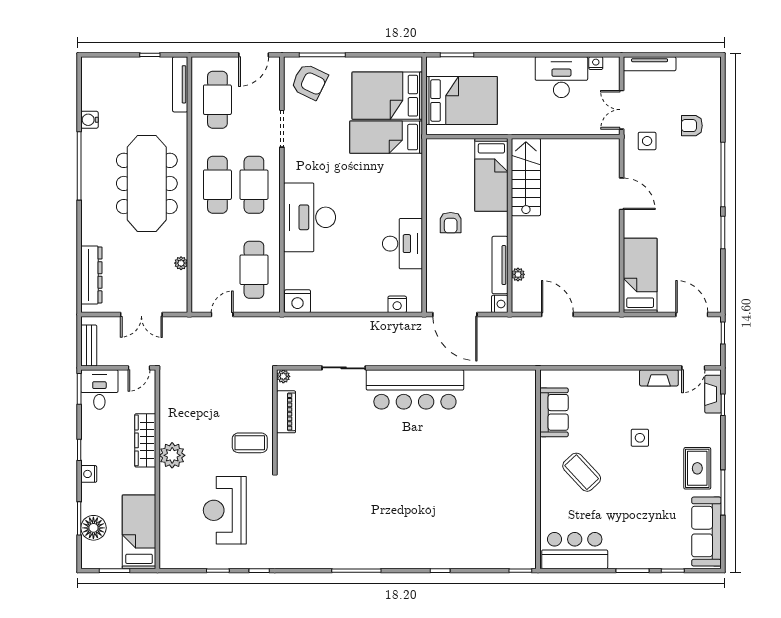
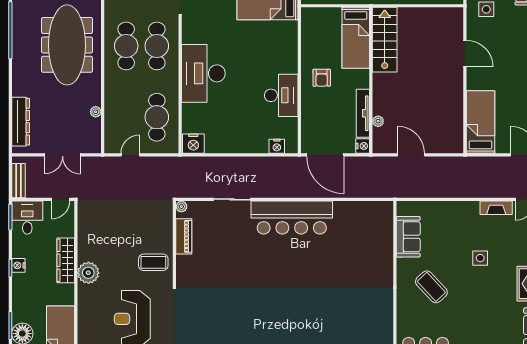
nightstand: (89, 474) -> (18, 265), moved

